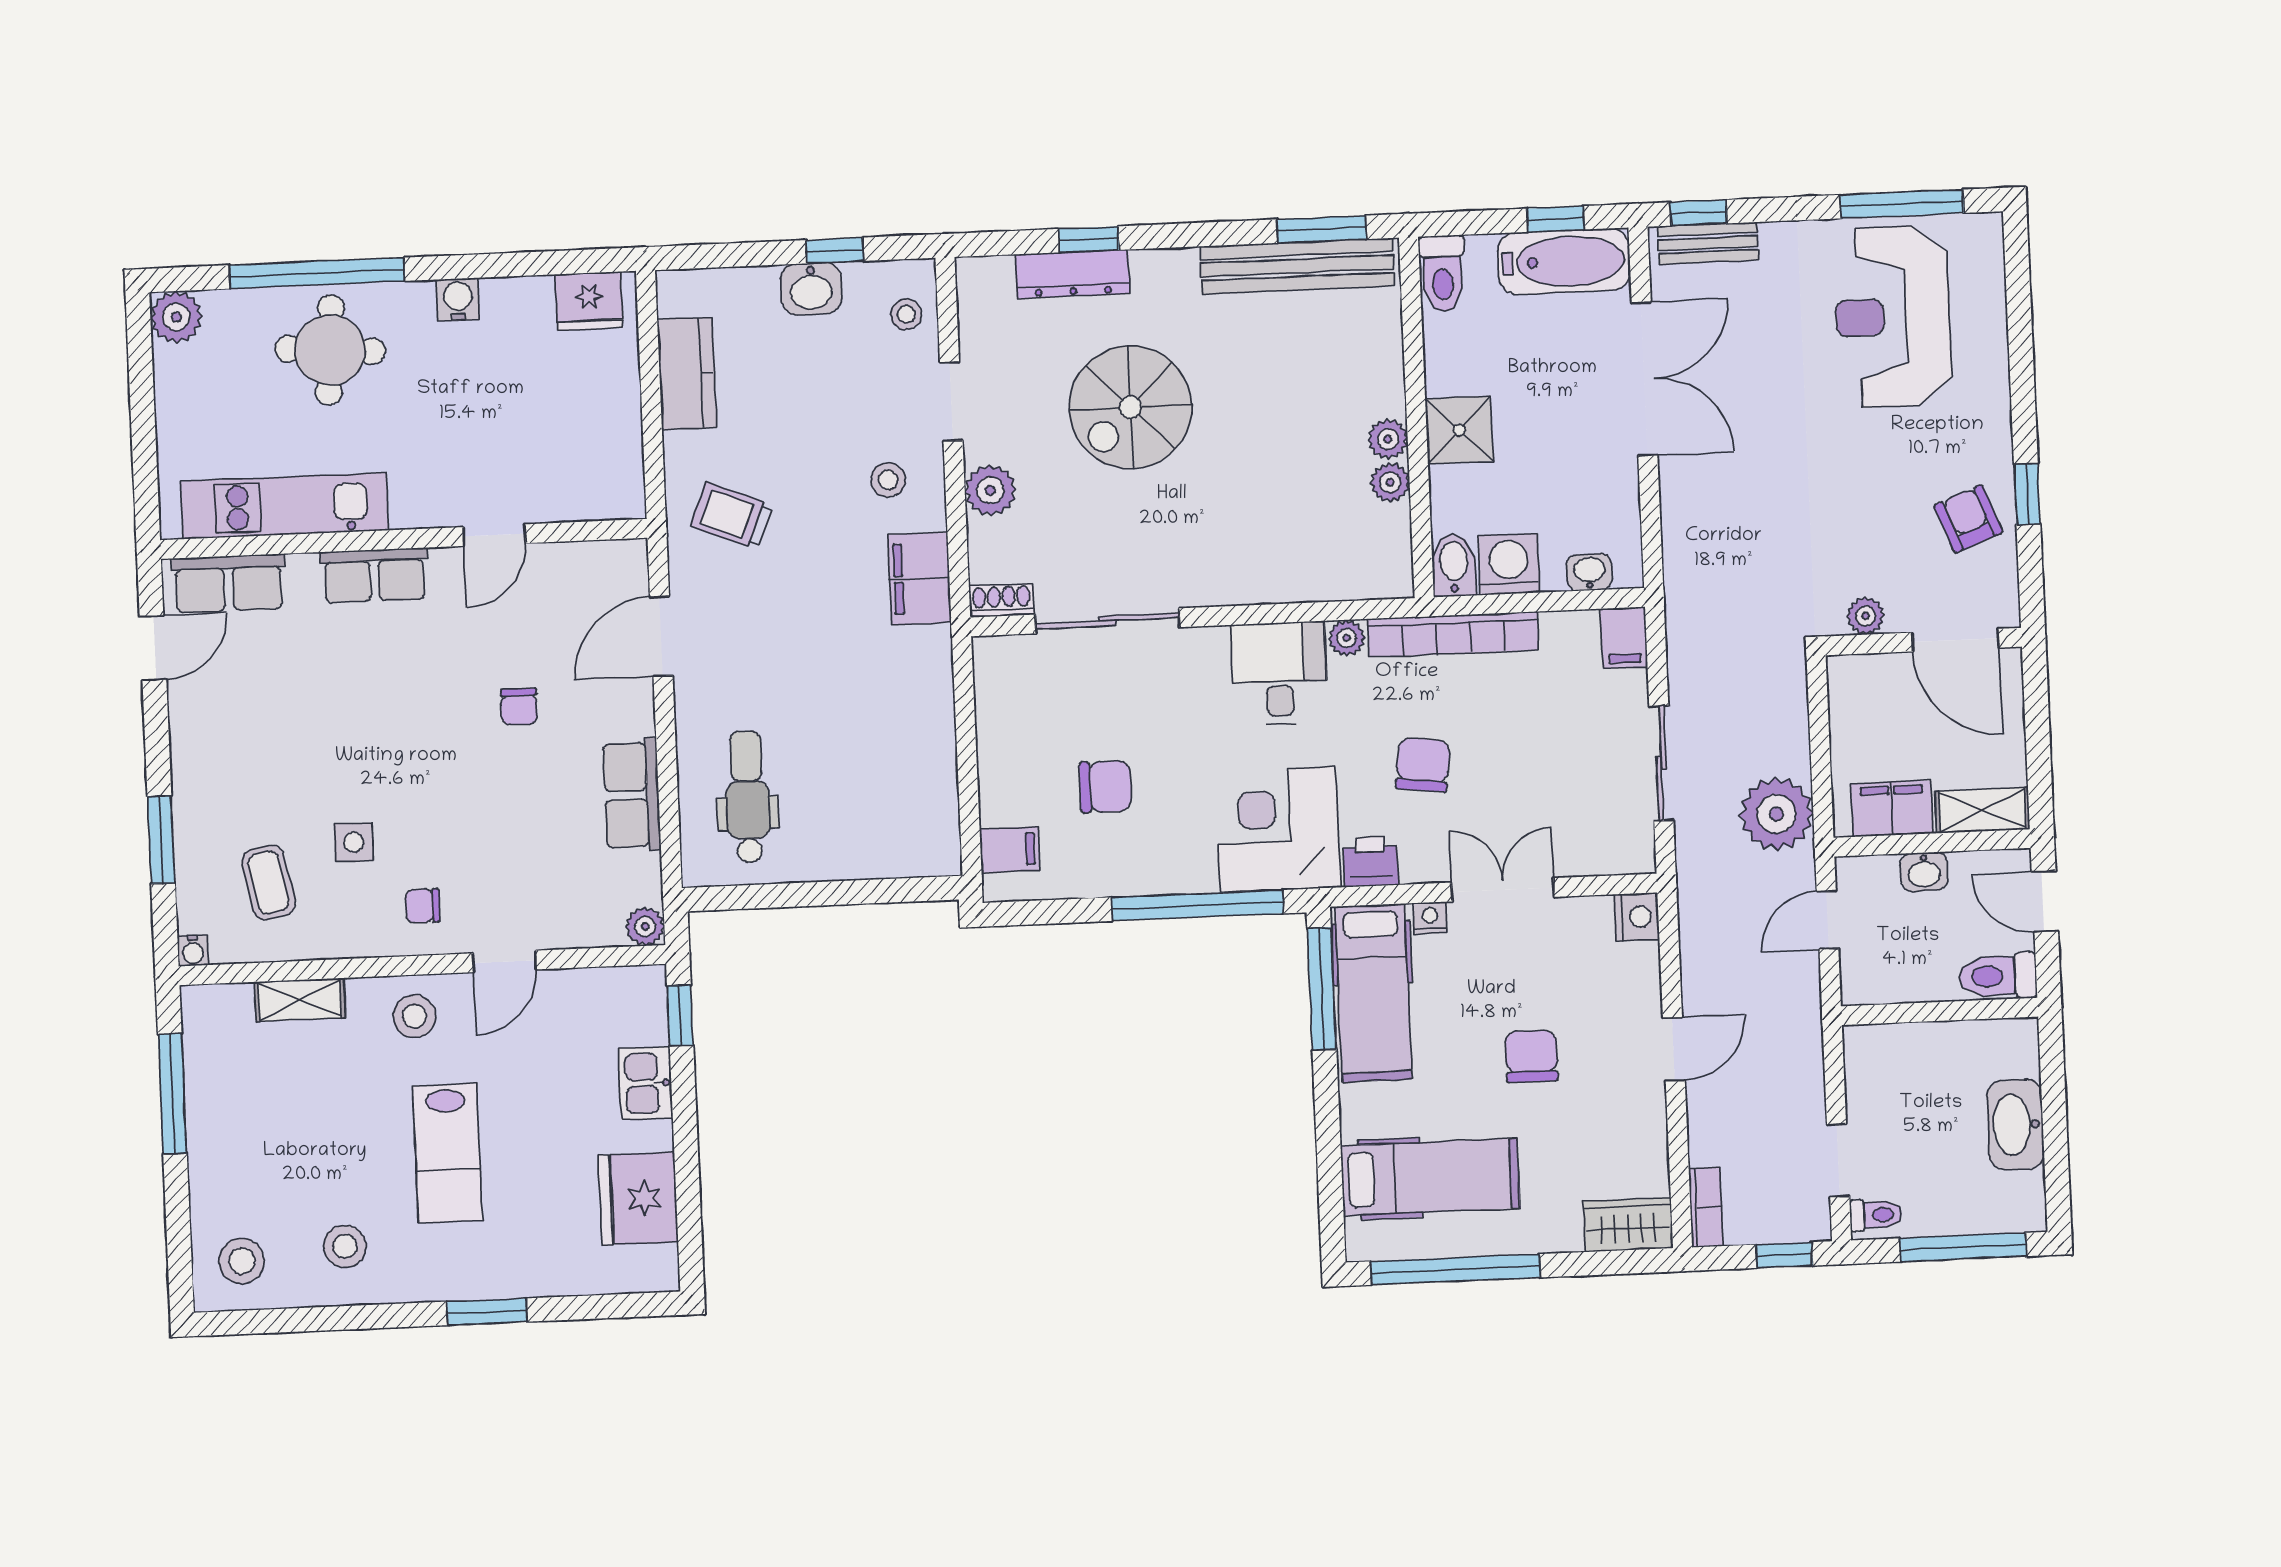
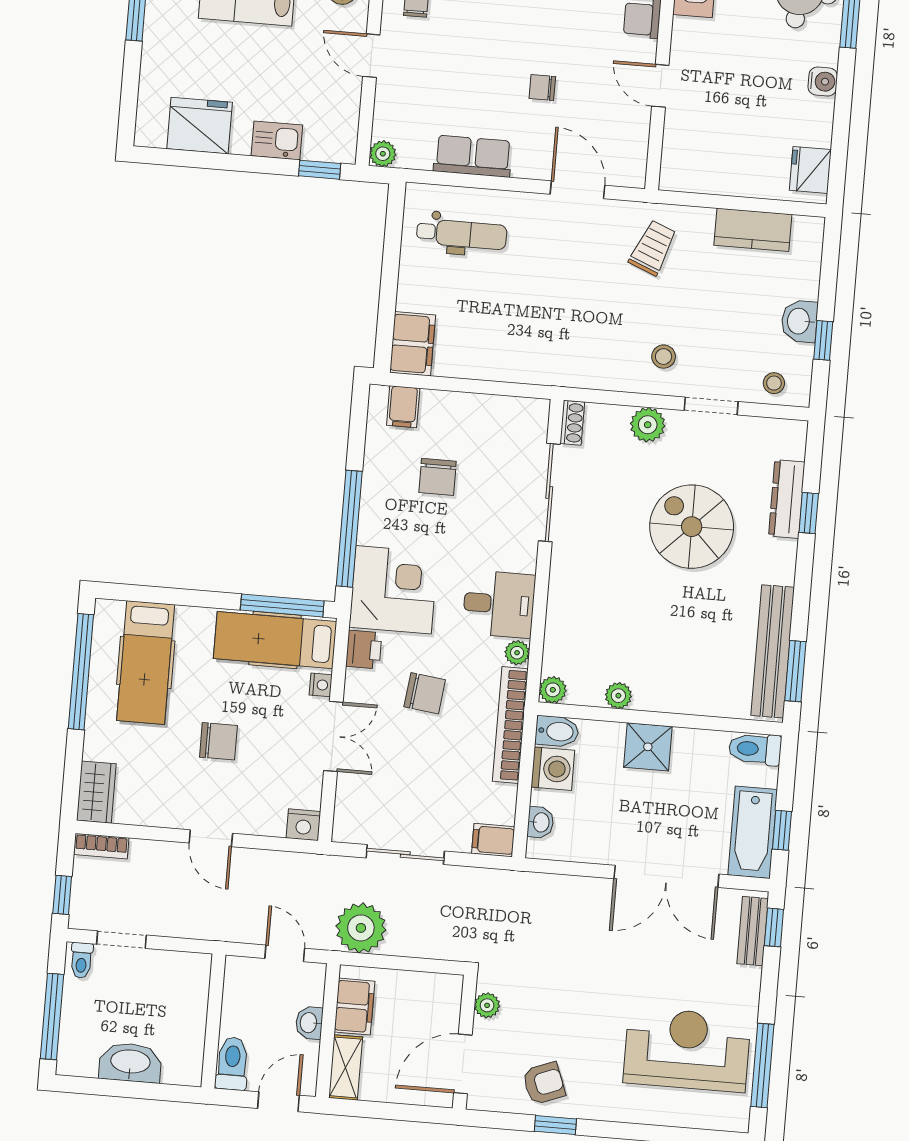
plant: (1388, 439) -> (553, 690), moved
filing cabinet: (920, 578) -> (413, 344), moved, turned 90

